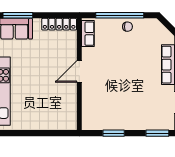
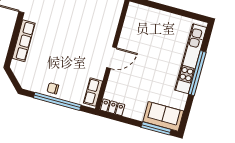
locker: (59, 24) -> (113, 107), width x0.66

